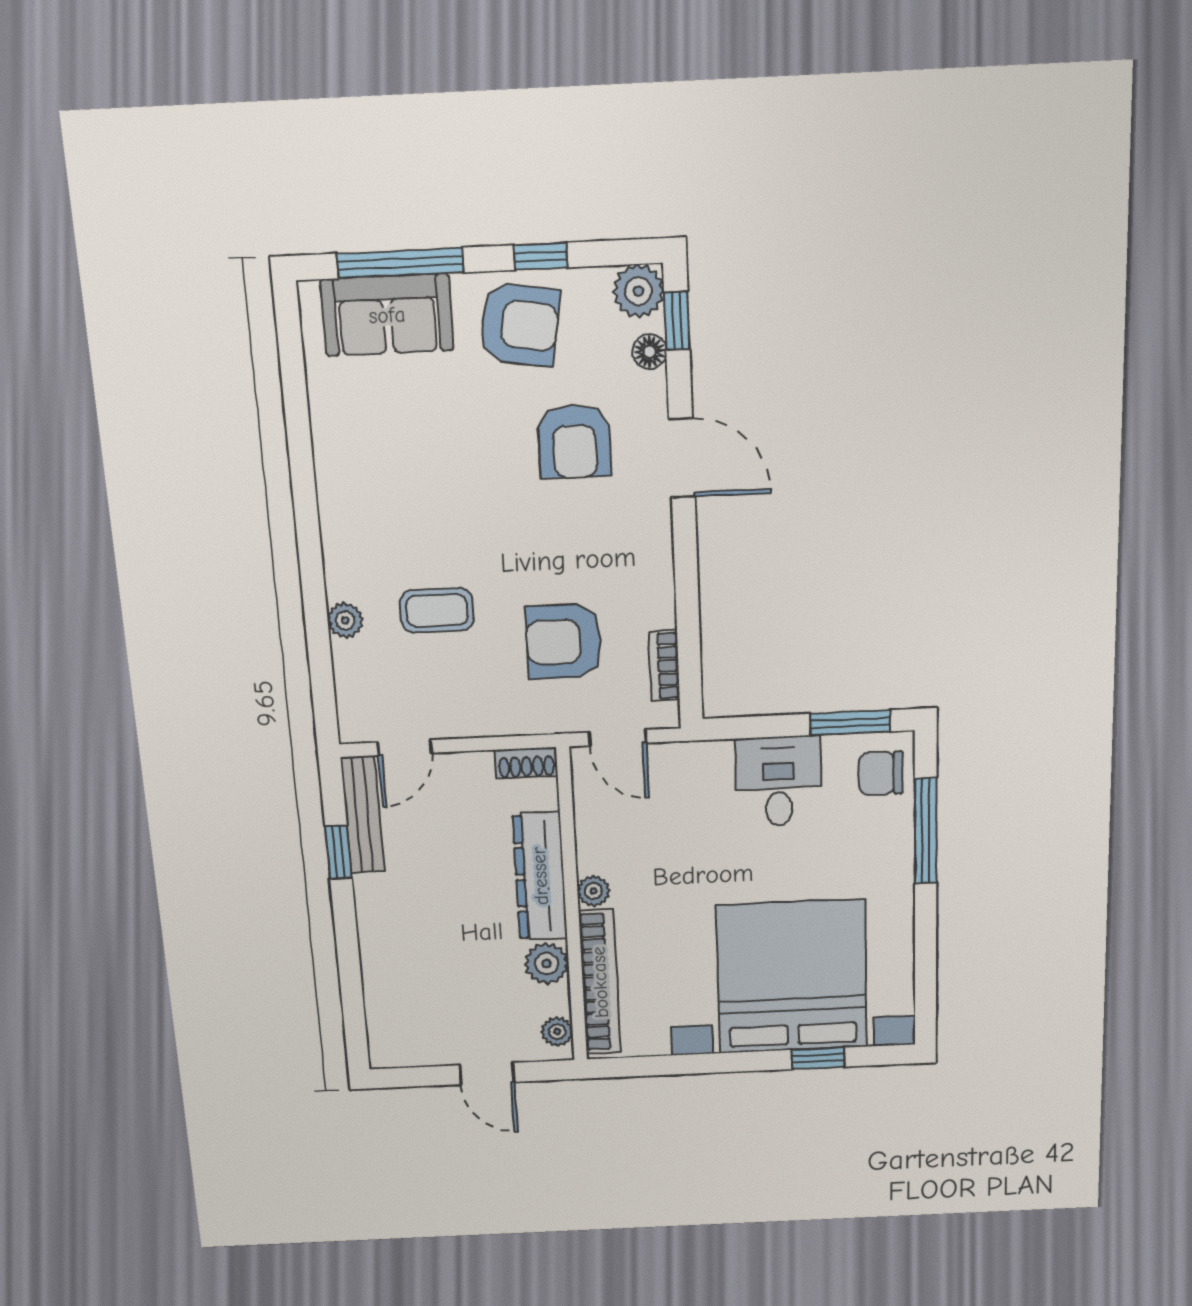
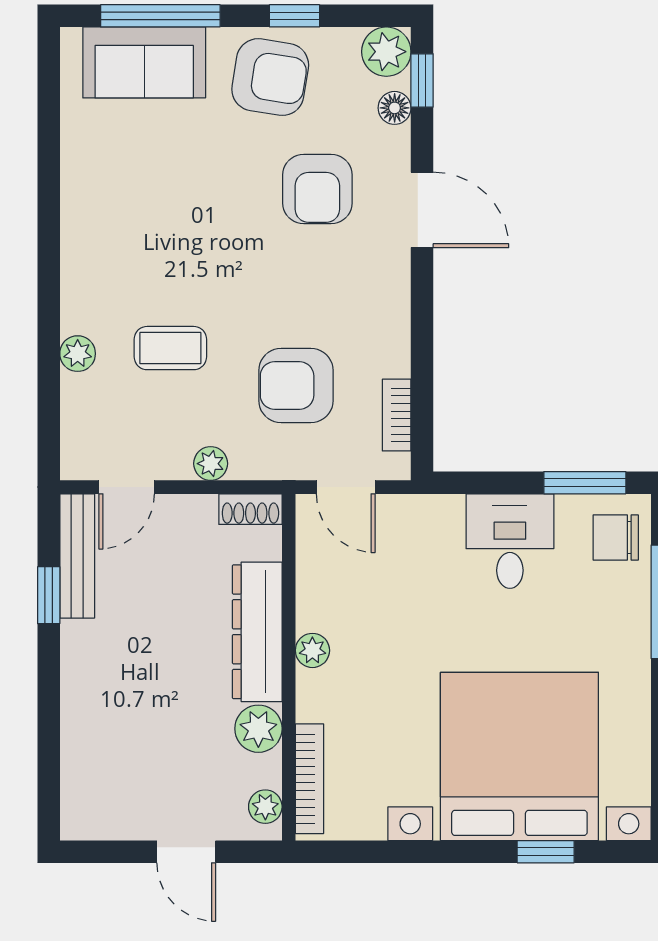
plant: (485, 721) -> (211, 464), added
bookcase: (600, 982) -> (309, 779), width x0.68, depth x0.76

